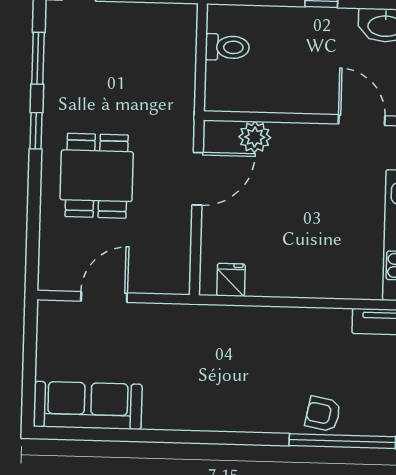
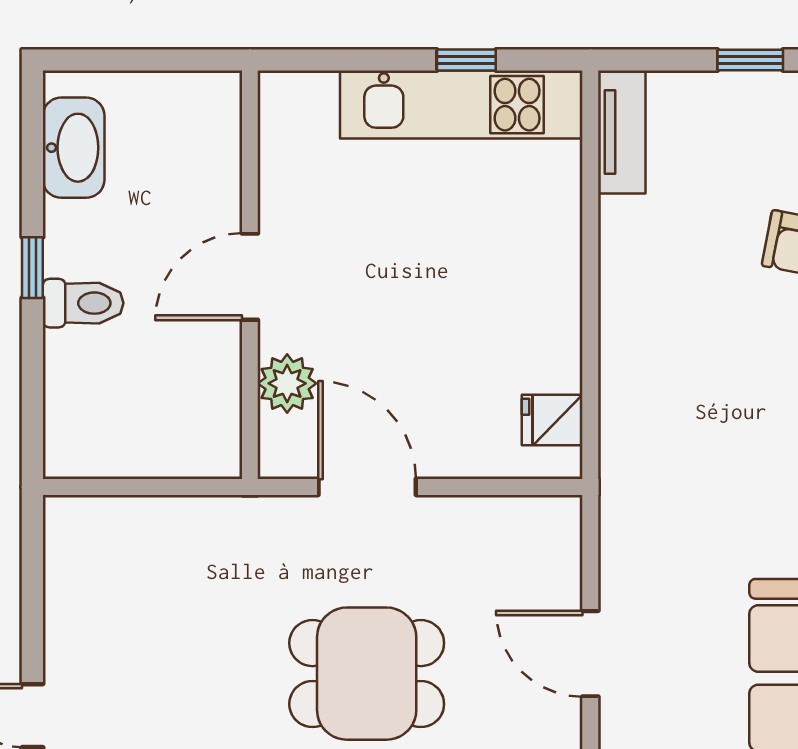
toilet: (227, 47) -> (83, 303), moved, turned 90
door: (362, 120) -> (250, 277), moved

